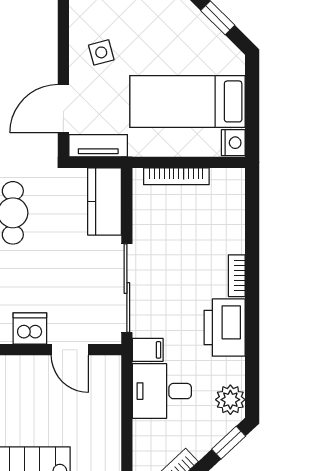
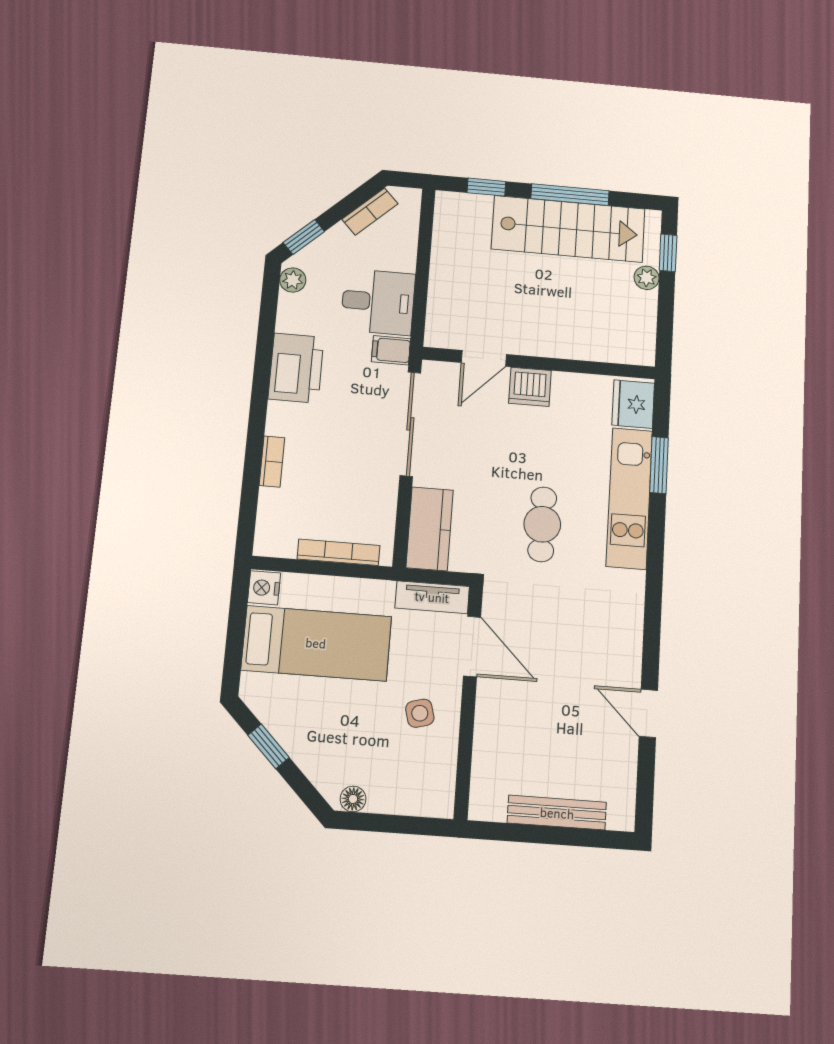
door: (63, 109) -> (472, 646), hinge flipped
bookcase: (237, 276) -> (272, 461), moved
door: (70, 350) -> (484, 358), swing flipped
plant: (230, 400) -> (293, 280), width x0.73, depth x0.73

